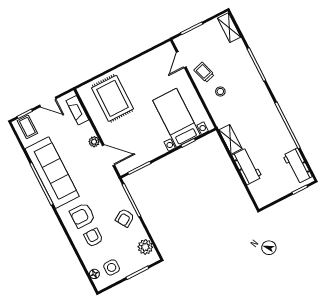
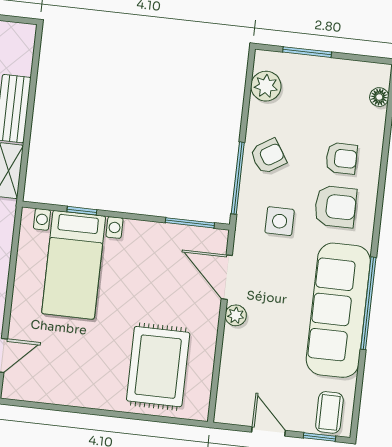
fireplace: (77, 110) -> (229, 385), removed
armchair: (93, 238) -> (341, 158), turned -90
side table: (112, 267) -> (280, 221), moved

